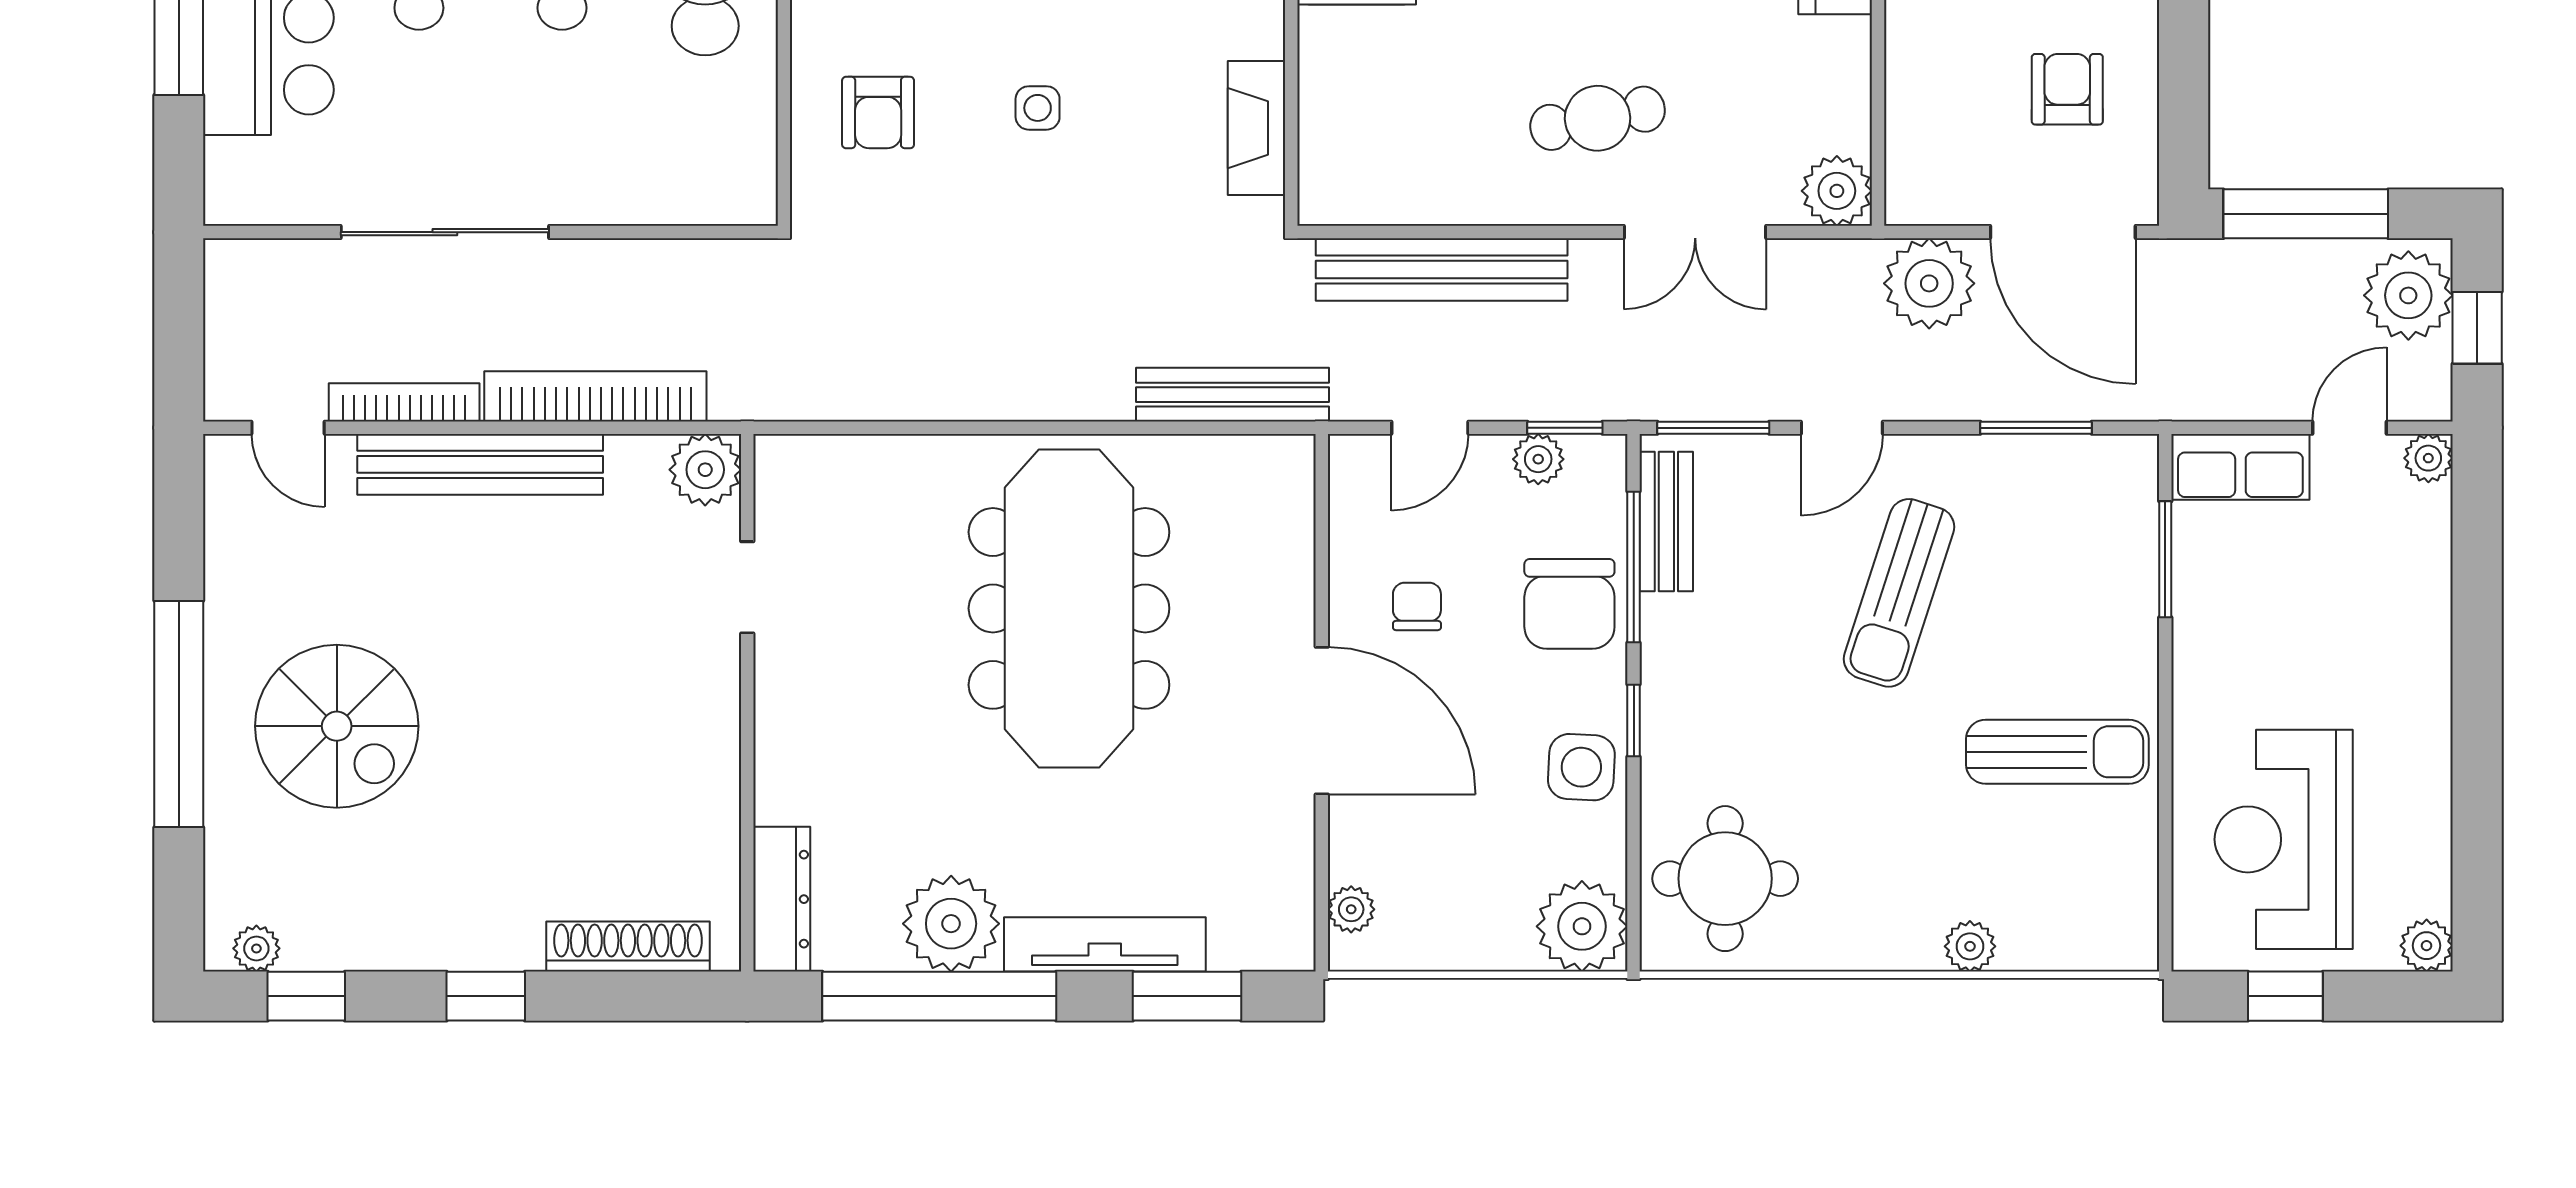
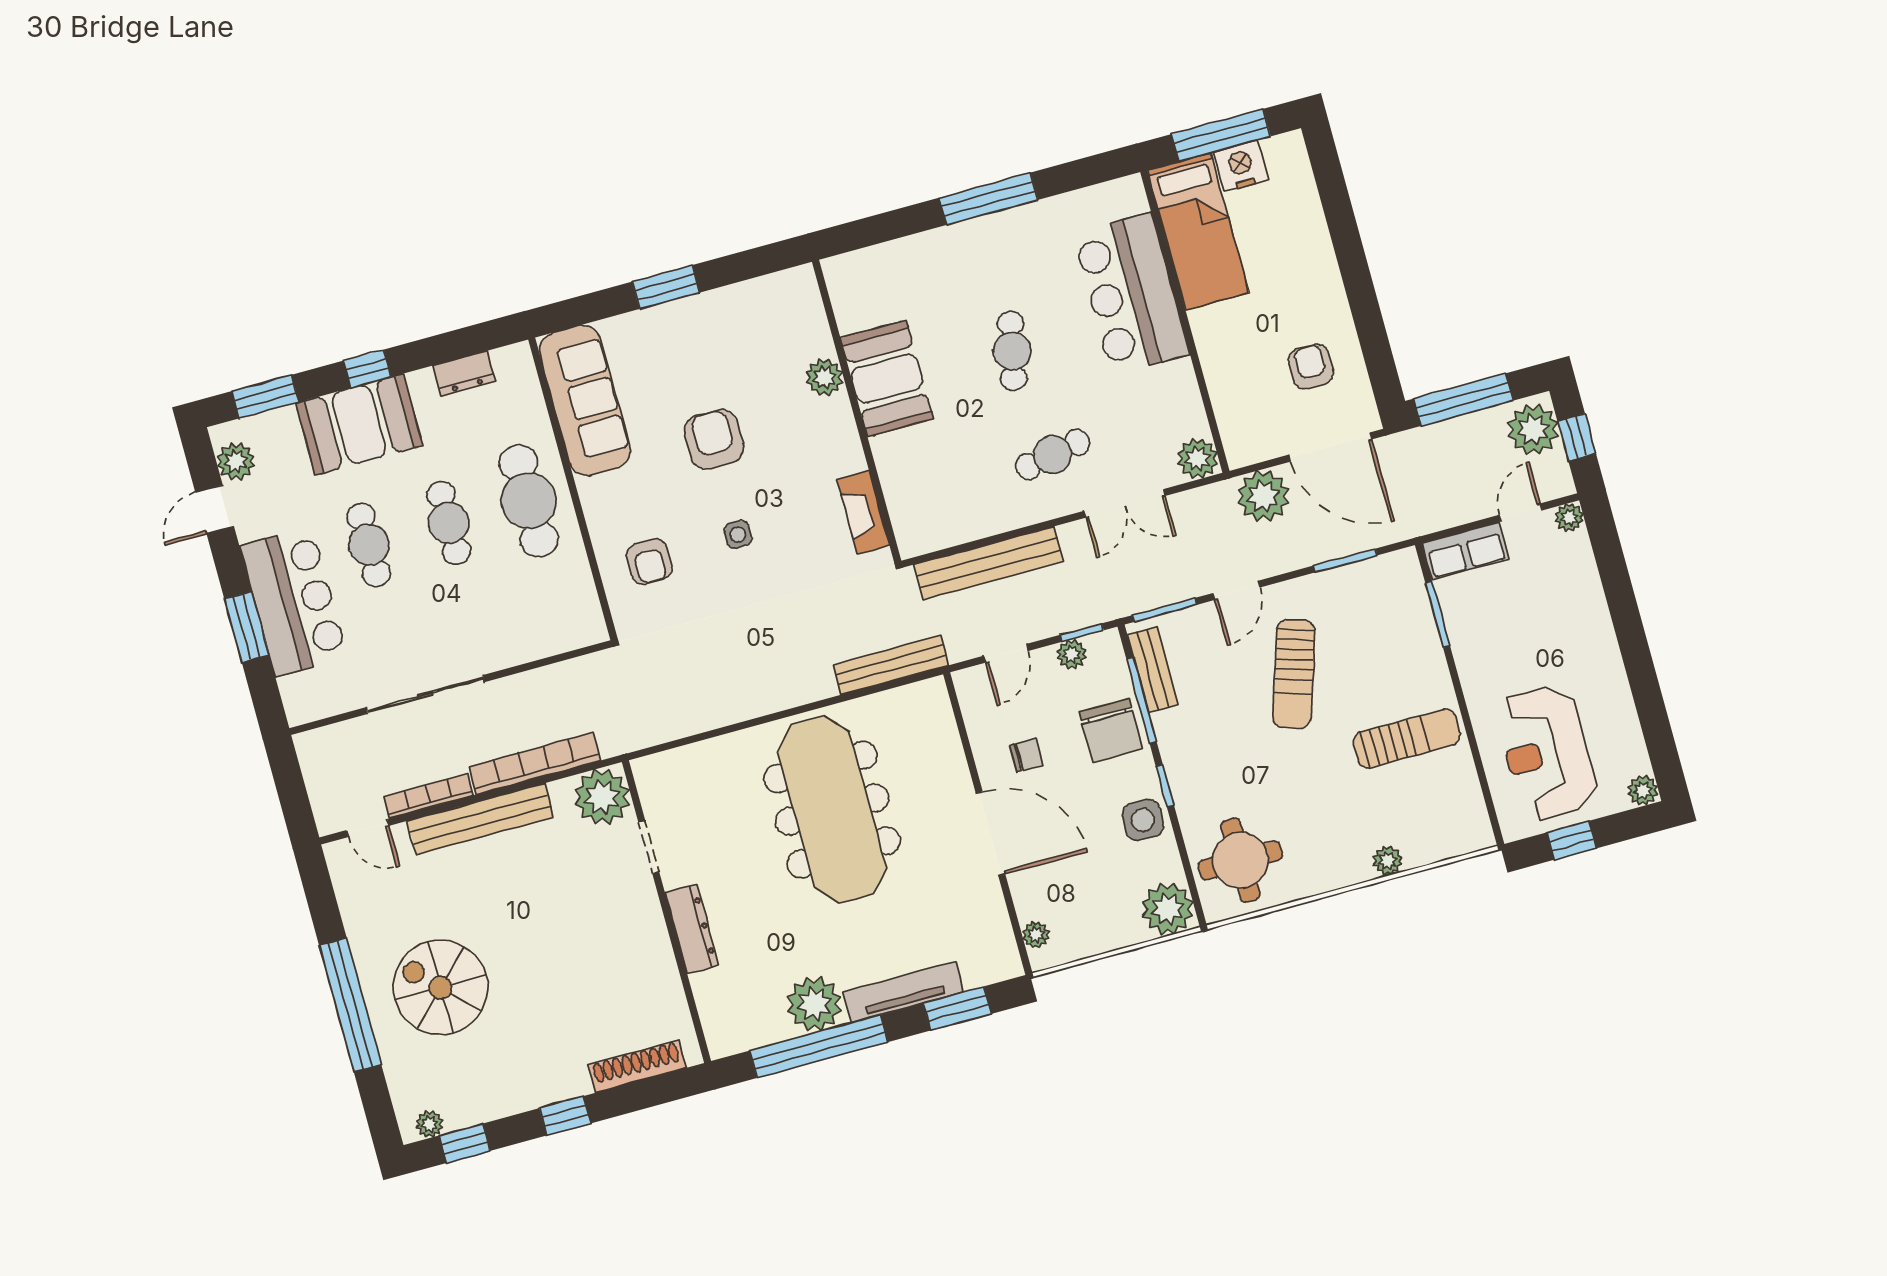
plant: (705, 470) -> (602, 797), width x1.36, depth x1.36
chair: (1417, 606) -> (1026, 755), turned 90
spiral stairs: (337, 726) -> (440, 987), turned 180
dresser: (782, 899) -> (692, 929), moved

